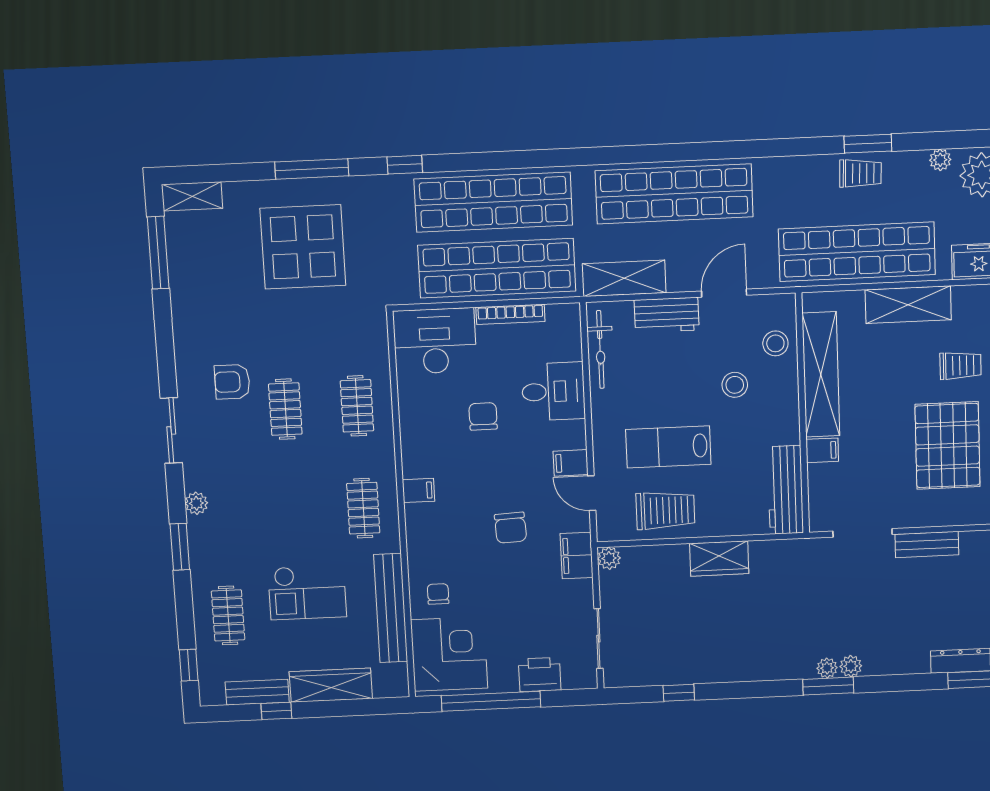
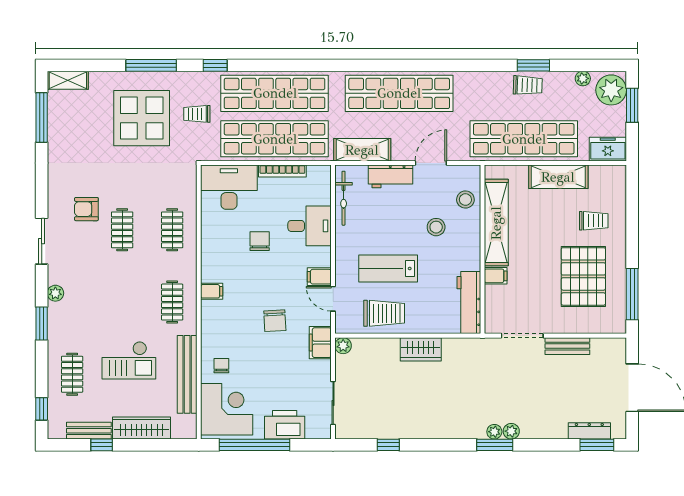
trolley: (382, 237) -> (197, 114), added
printer: (540, 675) -> (285, 425), width x1.37, depth x1.19

